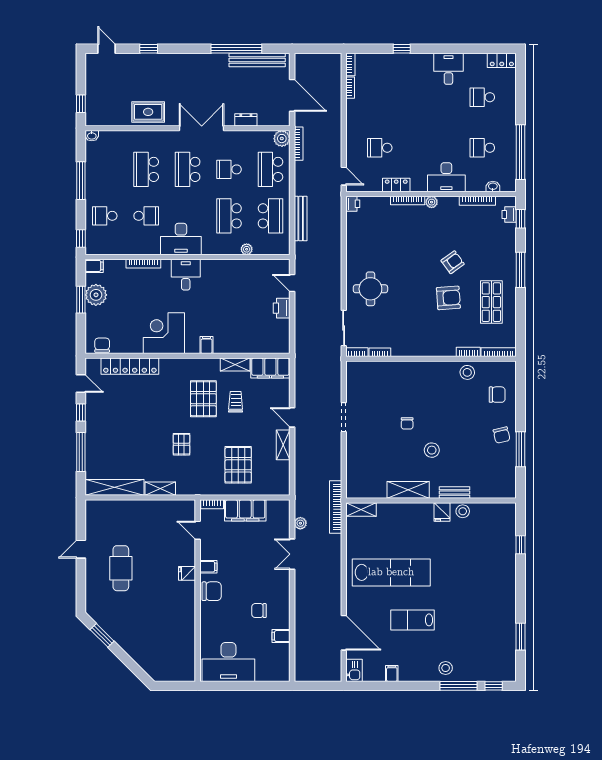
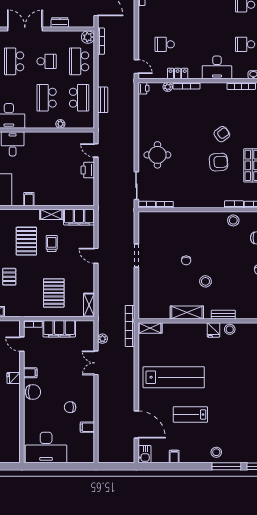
school desk: (229, 169) -> (47, 61), turned 180
plant: (432, 202) -> (168, 87), moved
bench: (301, 219) -> (103, 100), width x0.73
shelving: (283, 445) -> (89, 305), moved

